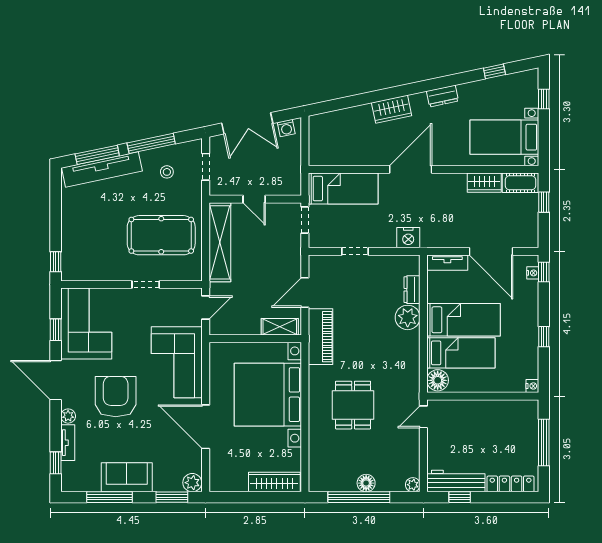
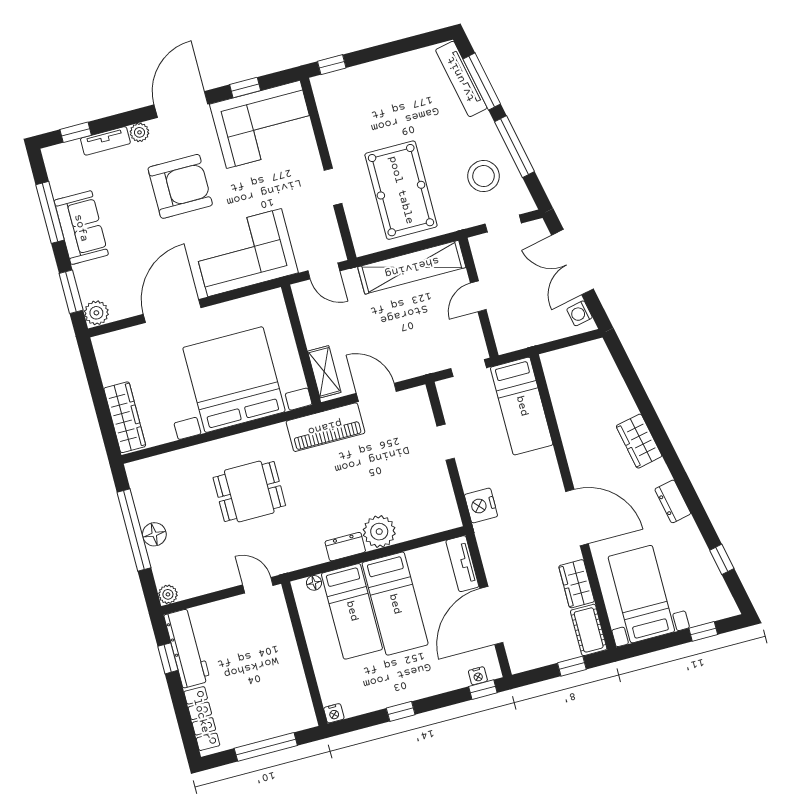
tv unit: (102, 169) -> (461, 79), width x0.73, depth x0.78
door: (411, 169) -> (577, 518), moved
stool: (167, 172) -> (484, 176), width x1.89, depth x1.89
dresser: (412, 290) -> (345, 547), moved
floor lamp: (438, 380) -> (314, 583), width x0.53, depth x0.53

